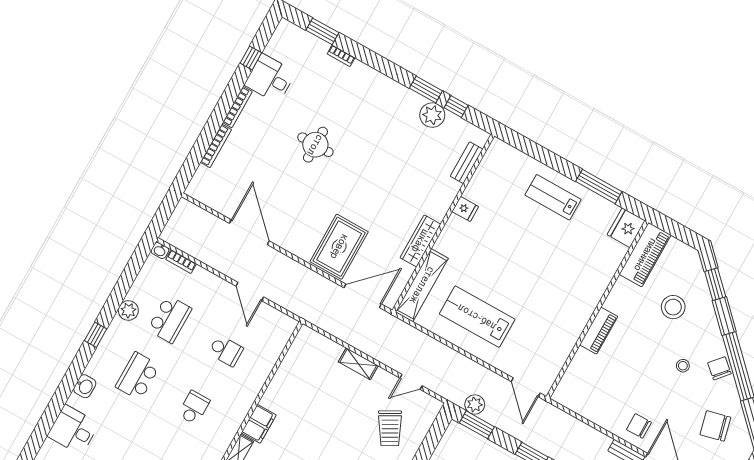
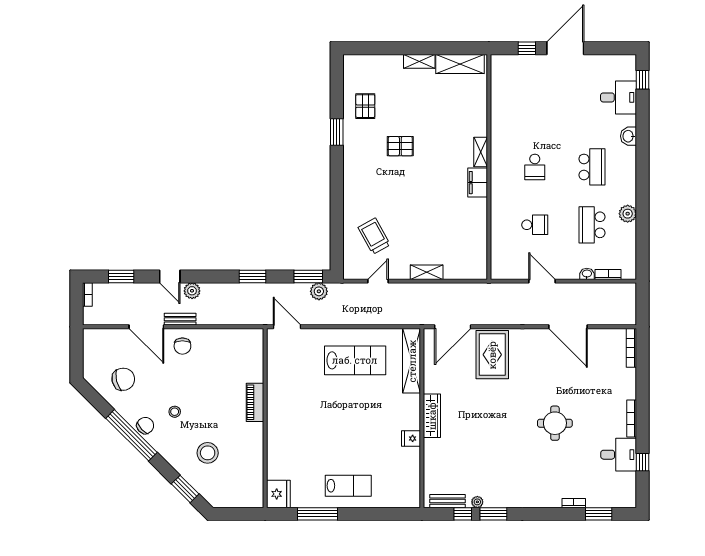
plant: (432, 115) -> (477, 502), width x0.53, depth x0.53
bookcase: (216, 146) -> (631, 348), moved
bench: (467, 163) -> (447, 501), moved, turned 90
wardrobe: (420, 241) -> (432, 416), moved
washbasin: (160, 250) -> (587, 274), moved
piano: (645, 255) -> (252, 481), removed
window: (96, 335) -> (642, 80), moved
school desk: (226, 351) -> (535, 225), turned 180
chair: (719, 368) -> (145, 426), turned -83
chair: (639, 426) -> (182, 346), turned 90

